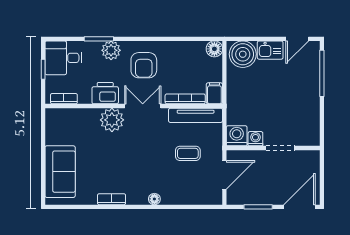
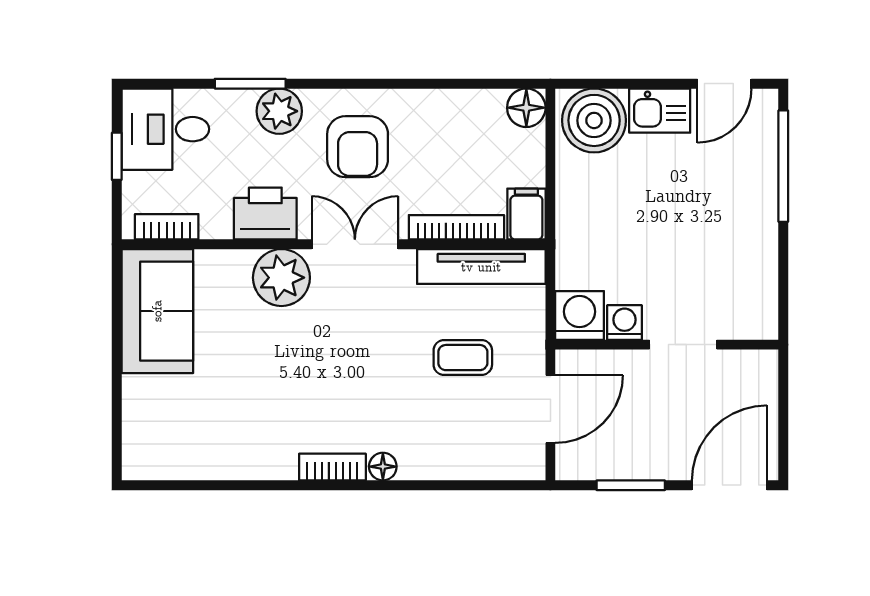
sofa: (60, 172) -> (157, 311), moved
bookcase: (112, 199) -> (332, 467), moved

